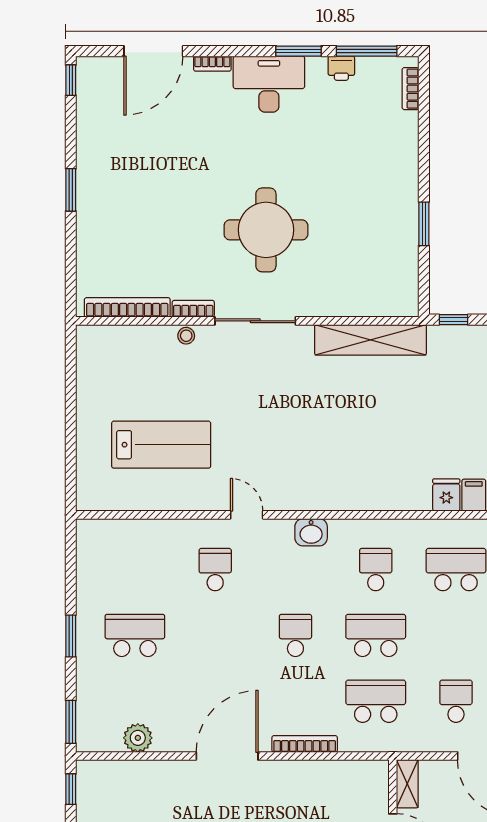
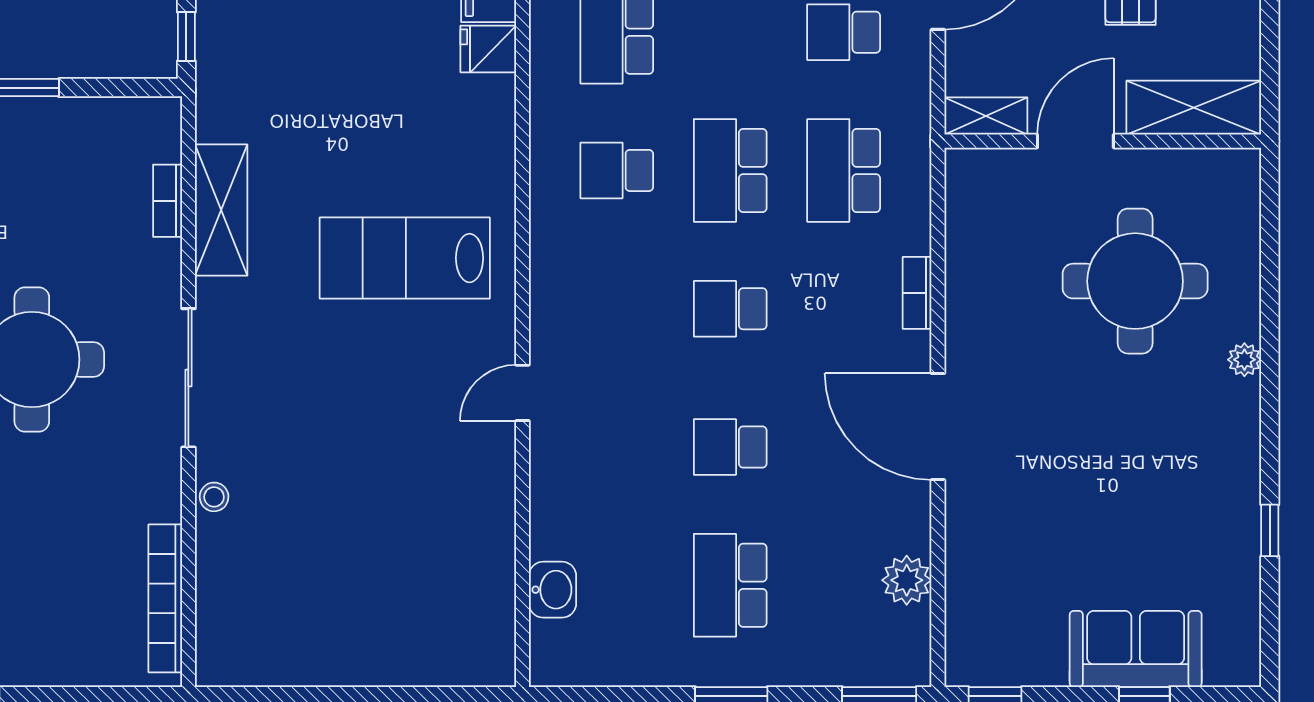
bookcase: (193, 309) -> (168, 201), moved
shelving: (371, 340) -> (221, 210), width x0.68
lab bench: (161, 445) -> (405, 258), moved, turned -90
washbasin: (311, 532) -> (553, 590), moved
school desk: (215, 570) -> (730, 447), moved
bookcase: (305, 744) -> (917, 293), width x0.64

